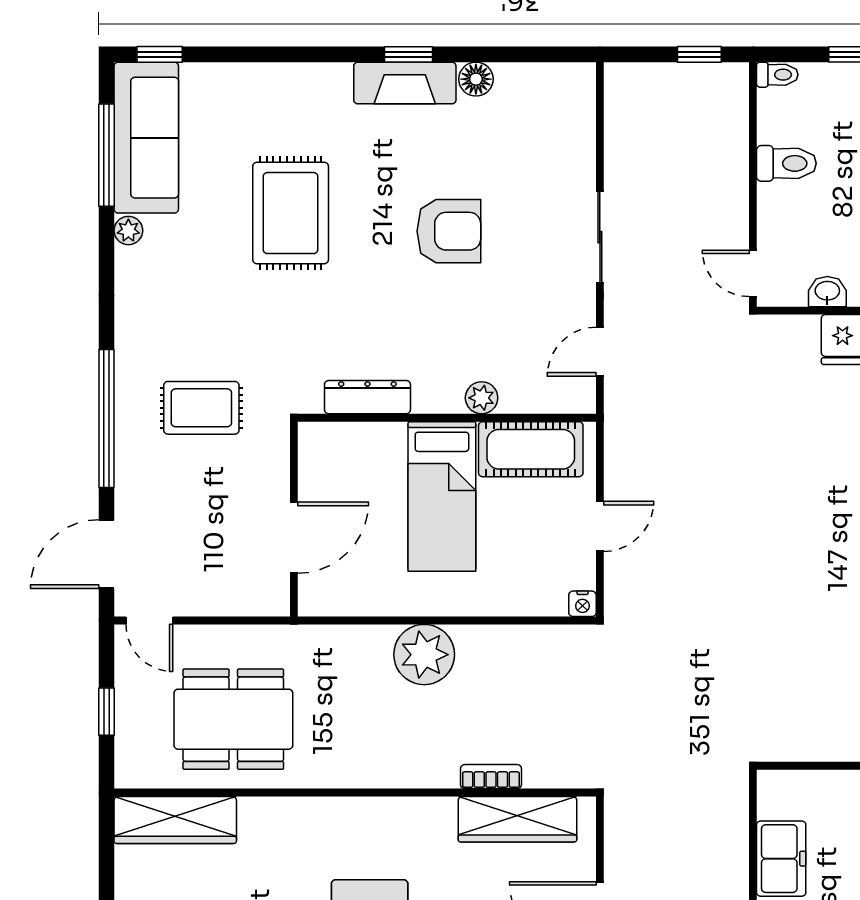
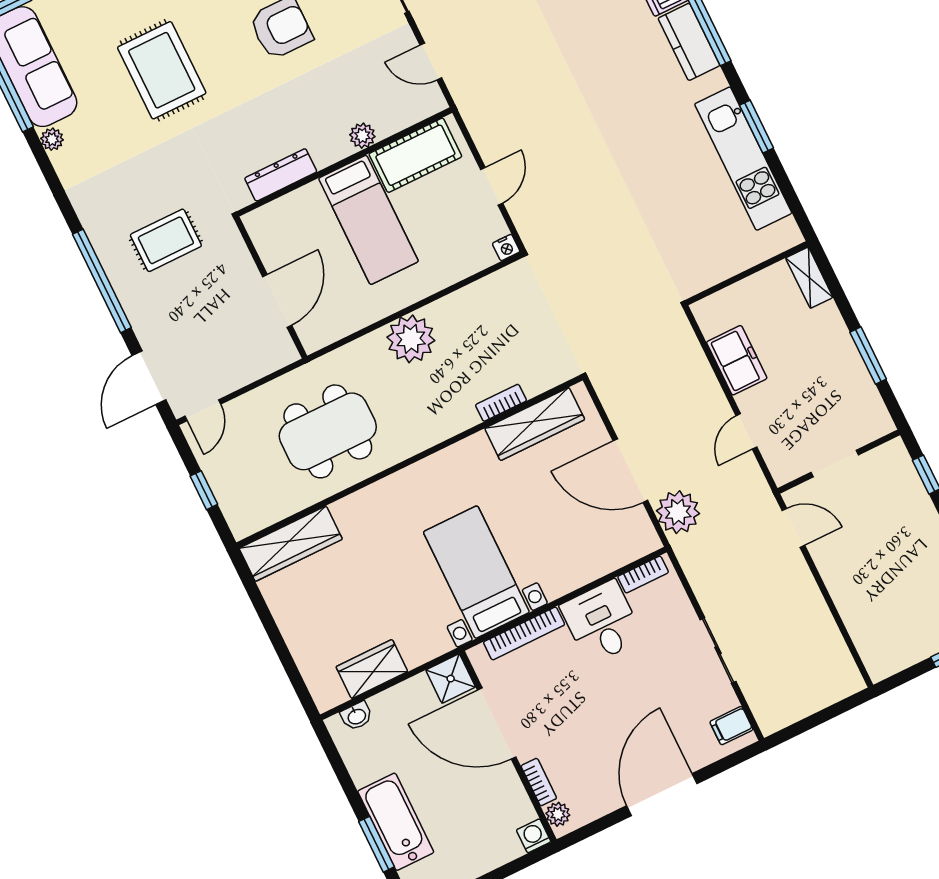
door: (600, 352) -> (431, 62), hinge flipped
door: (149, 620) -> (203, 410), hinge flipped
dining table: (233, 719) -> (328, 431), moved

